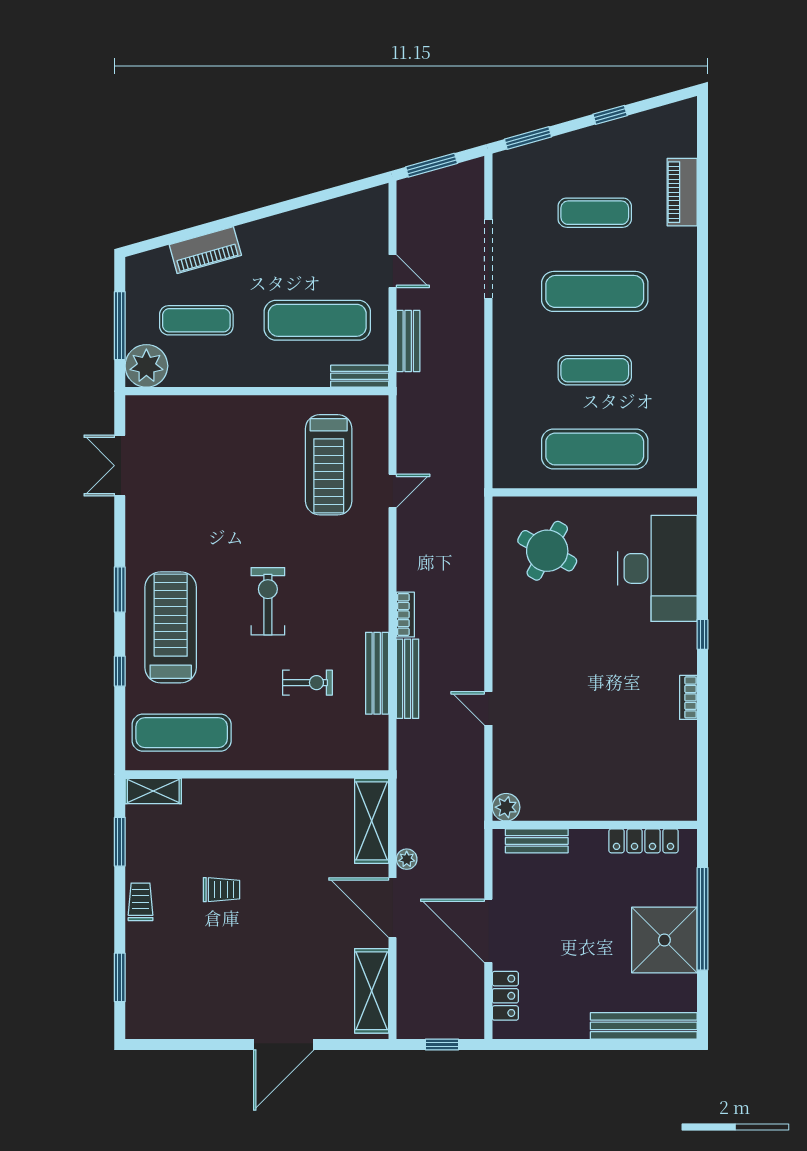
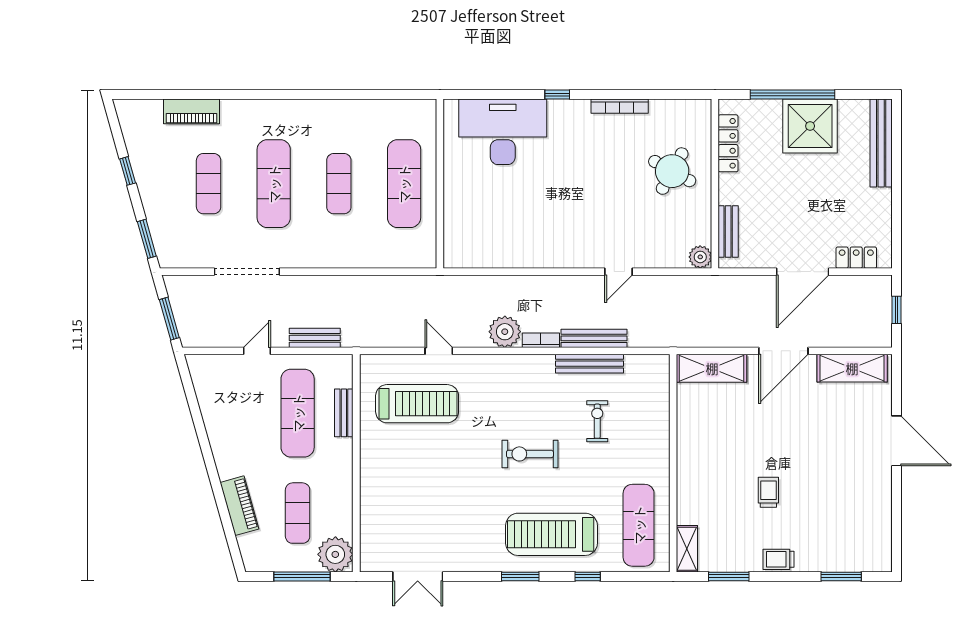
bench: (360, 376) -> (344, 413), moved
round table: (547, 551) -> (672, 171), moved
bookcase: (688, 697) -> (620, 106), width x1.56
plant: (407, 859) -> (505, 332), moved, width x1.87, depth x1.87

